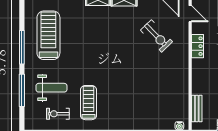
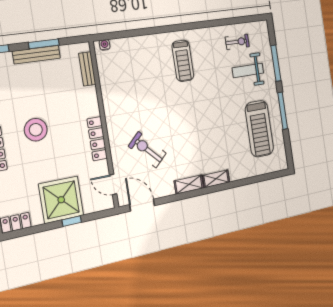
locker: (198, 46) -> (97, 139), width x1.53
treadmill: (88, 103) -> (183, 61), moved

